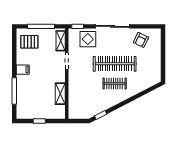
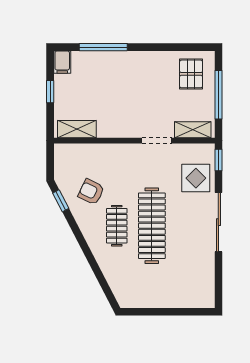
armchair: (141, 40) -> (91, 192), moved
filing cabinet: (23, 70) -> (62, 62), moved
shelving: (60, 94) -> (77, 129), moved

